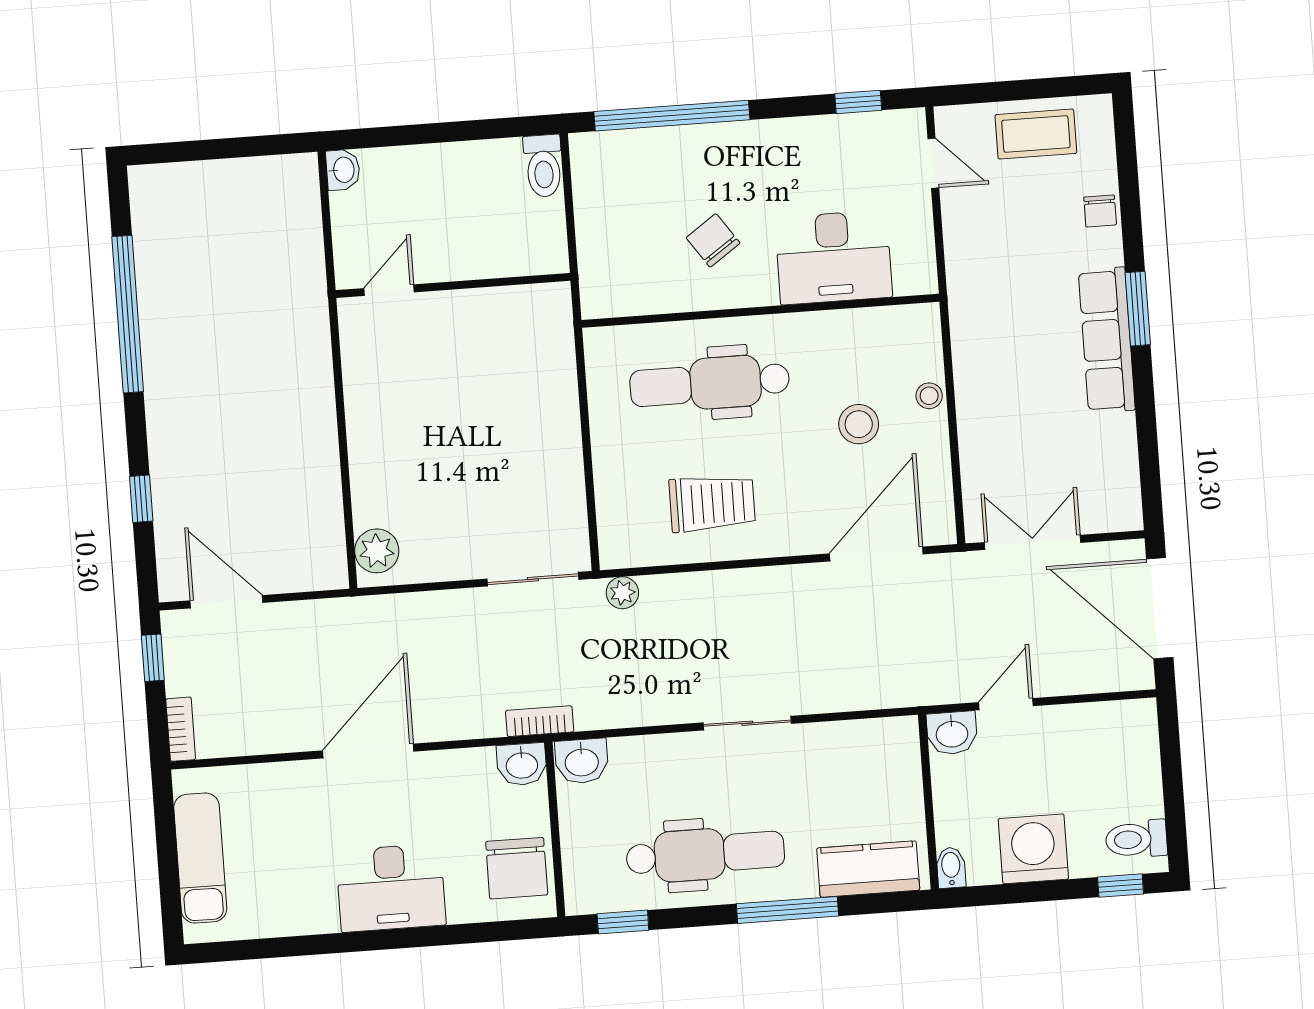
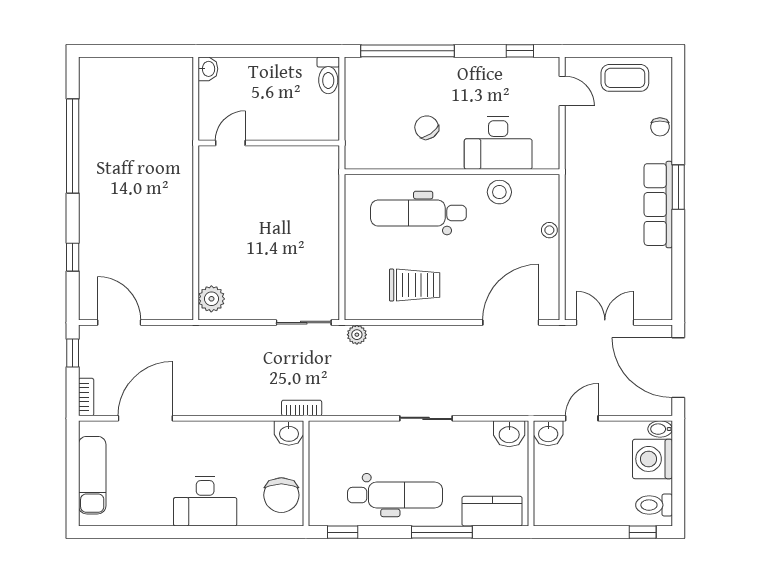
stool: (859, 424) -> (499, 192), moved
door: (368, 751) -> (145, 418), moved
washbasin: (582, 761) -> (509, 434), moved
washing machine: (1033, 849) -> (652, 459), moved, turned -90
bidet: (951, 868) -> (660, 429), moved, turned -90

